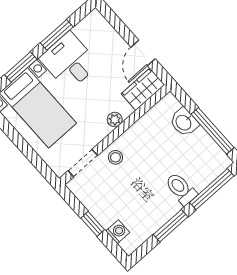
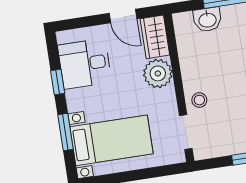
window: (57, 35) -> (58, 82), width x0.67
desk: (69, 61) -> (85, 64), moved
plant: (115, 120) -> (158, 73), width x1.87, depth x1.87

